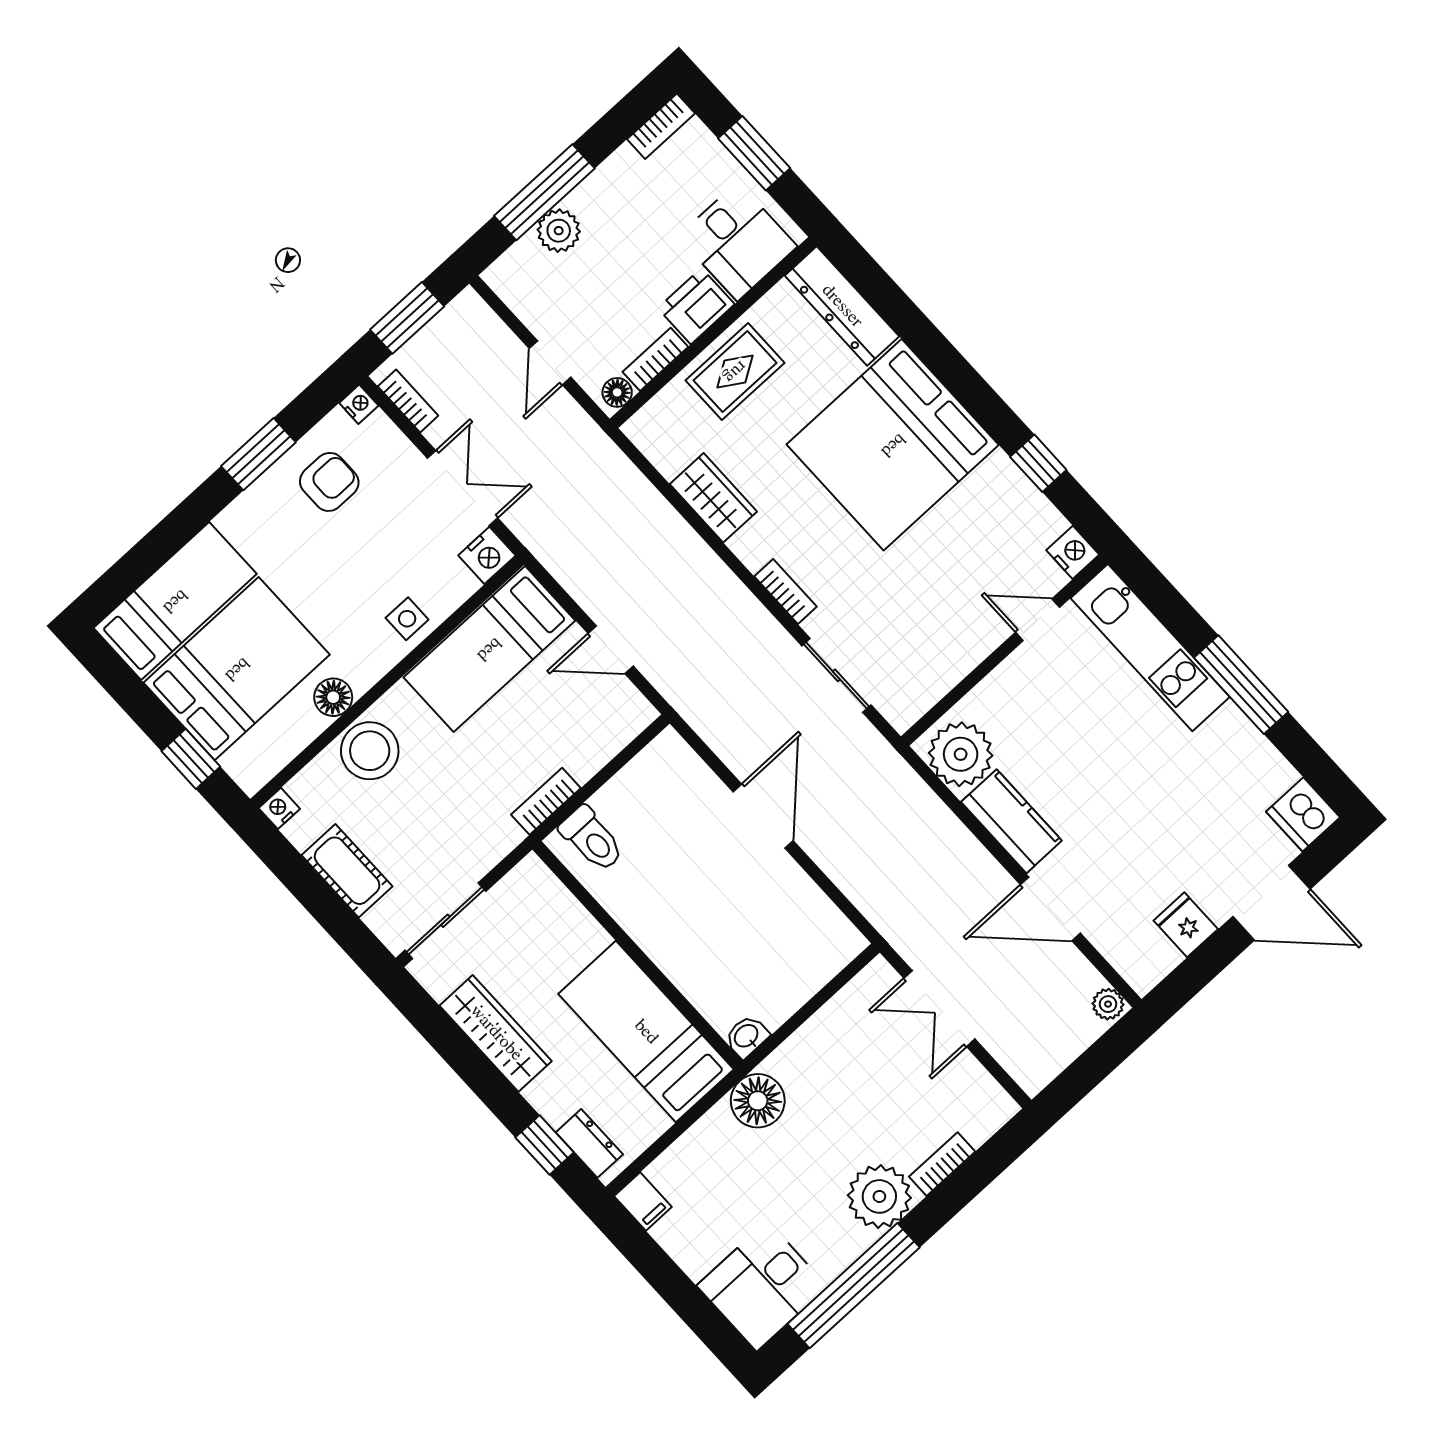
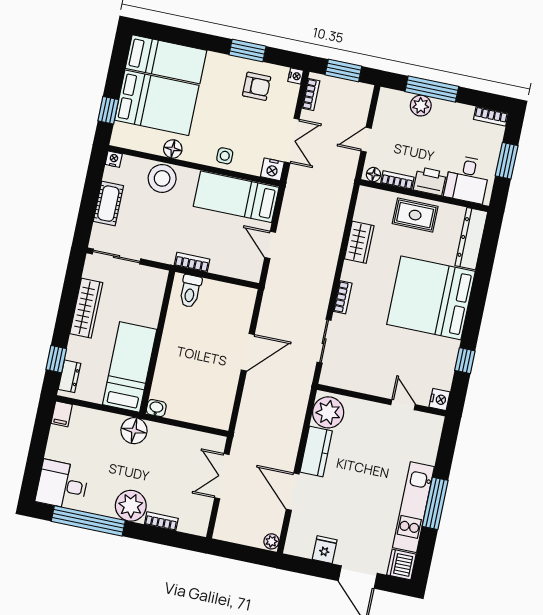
kitchen unit: (1150, 648) -> (413, 507), moved

